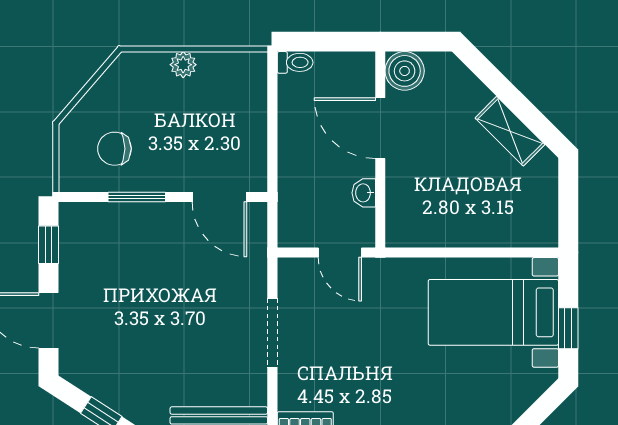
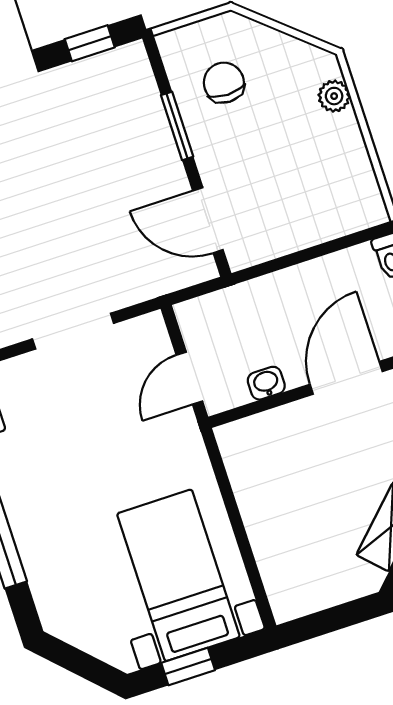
plant: (183, 65) -> (334, 96), moved
door: (219, 197) -> (208, 220), hinge flipped

